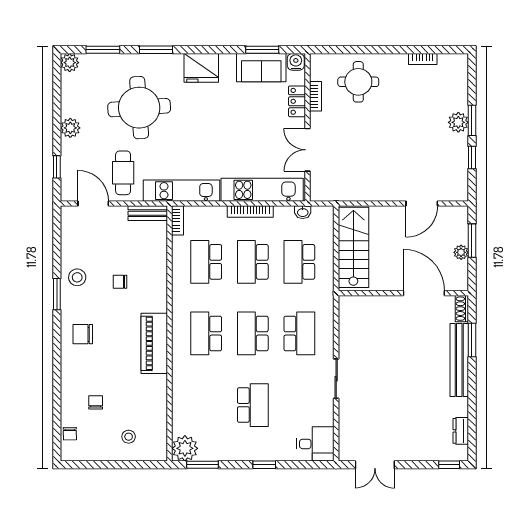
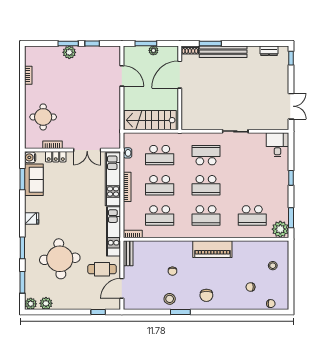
fridge: (201, 68) -> (32, 219), width x0.53, depth x0.75
plant: (70, 128) -> (46, 303), moved
school desk: (253, 405) -> (252, 215), moved, turned 180

